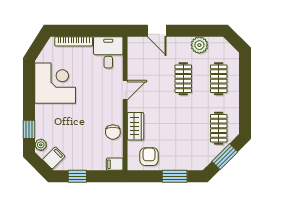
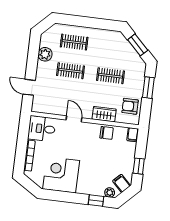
door: (157, 31) -> (29, 87), swing flipped
clothes rail: (219, 128) -> (111, 76), moved

